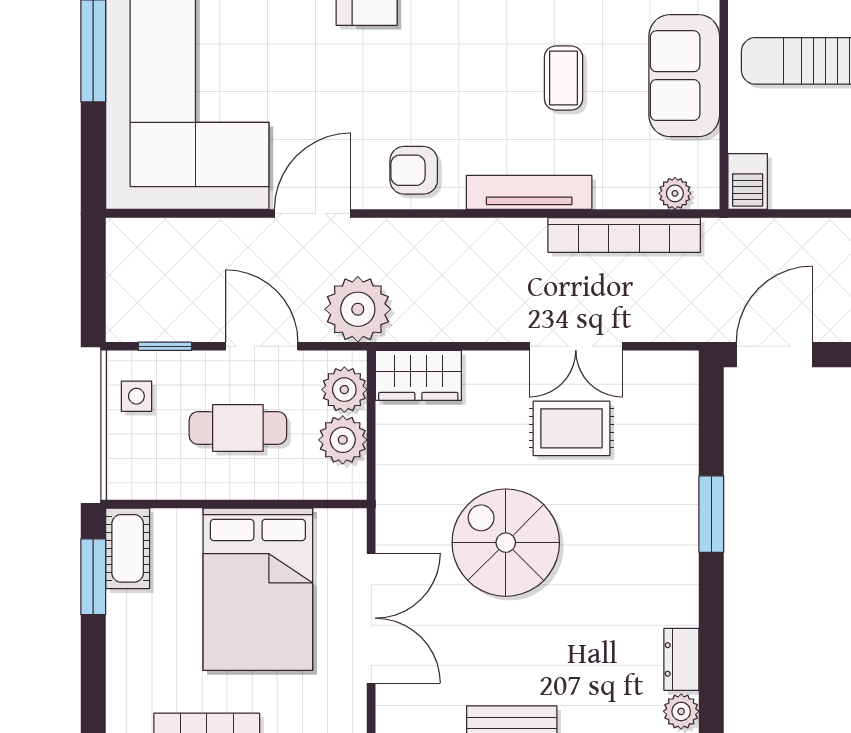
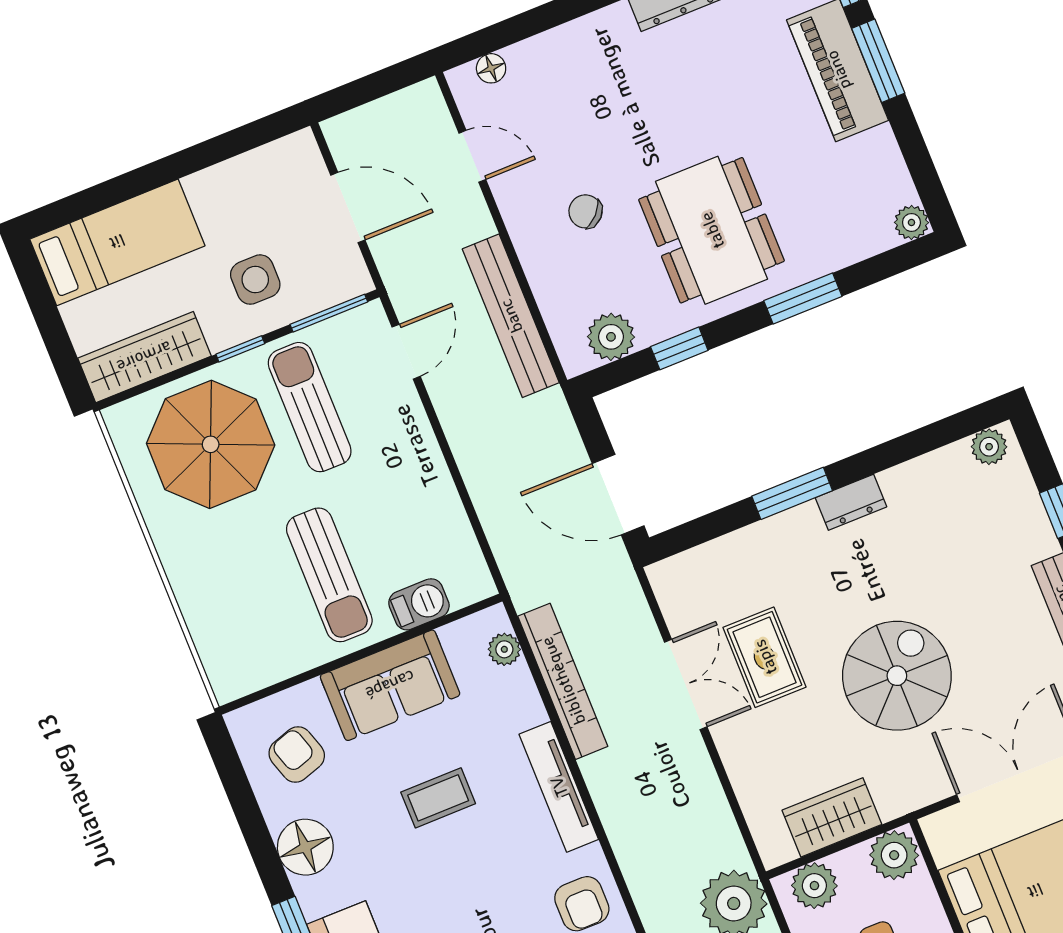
barbecue: (748, 182) -> (419, 604), moved
wardrobe: (418, 375) -> (832, 817), moved, turned -90
plant: (343, 440) -> (894, 855), moved
spiral stairs: (506, 543) -> (897, 676), turned 180
dresser: (681, 659) -> (851, 502), moved

